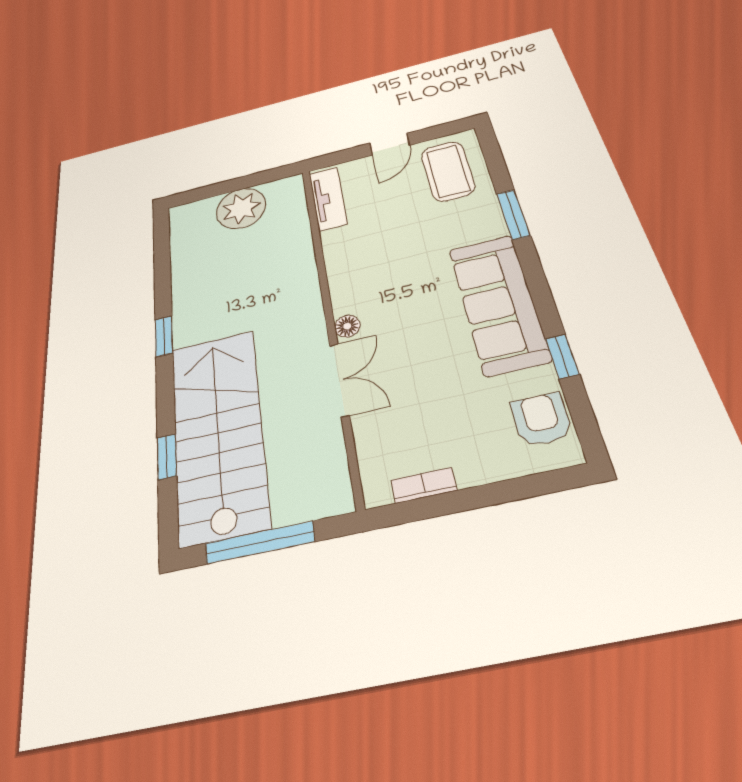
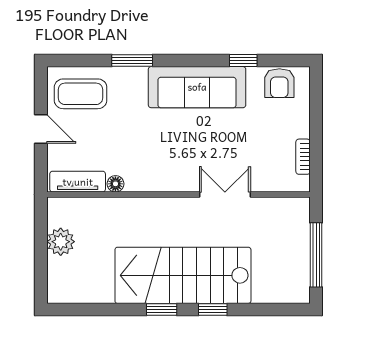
plant: (241, 208) -> (61, 242), width x0.73, depth x0.73
floor lamp: (347, 326) -> (115, 184), moved
armchair: (541, 419) -> (279, 83), turned -90
stairs: (218, 433) -> (183, 275), moved
window: (167, 457) -> (213, 310), moved

